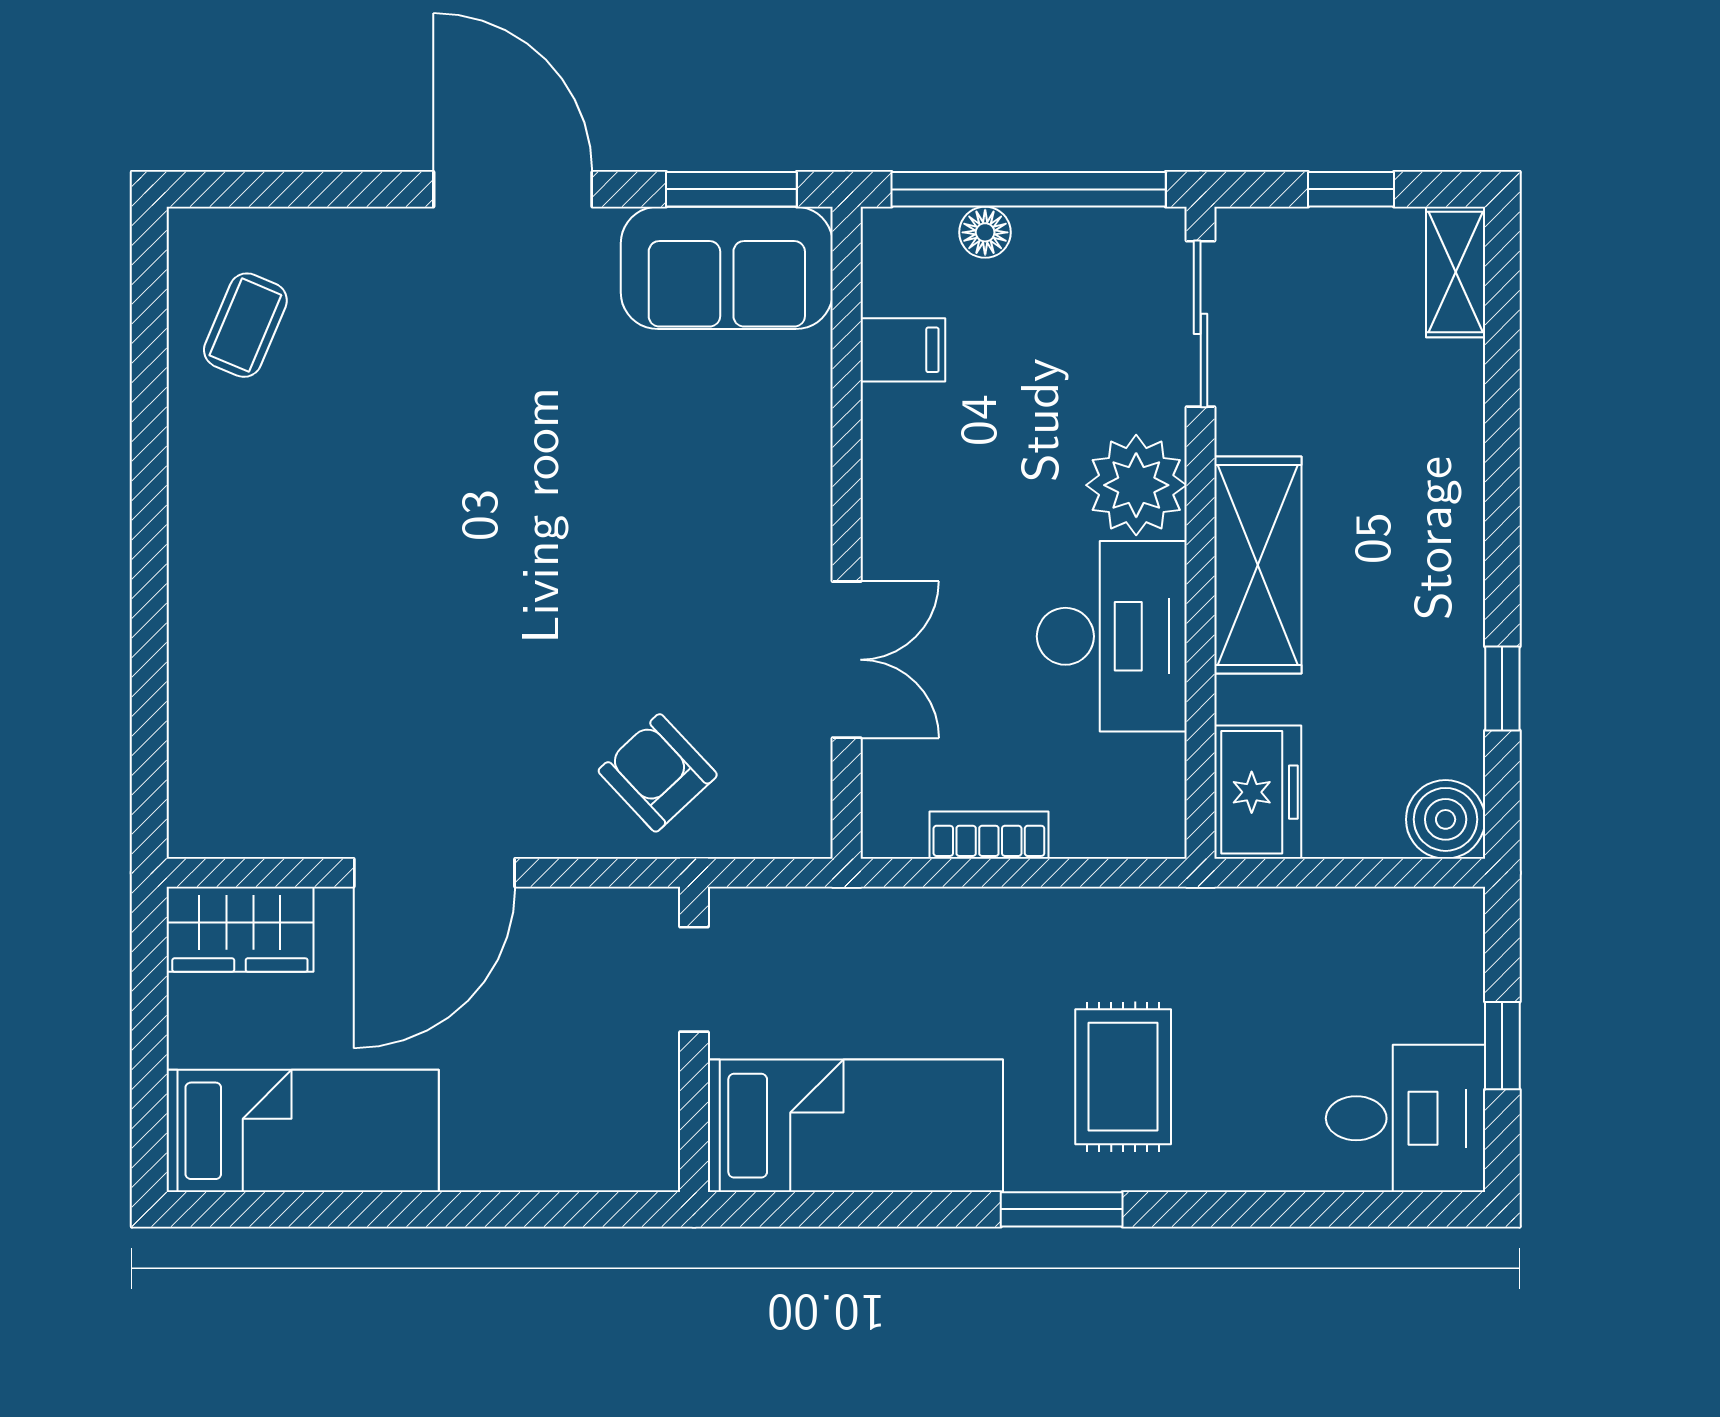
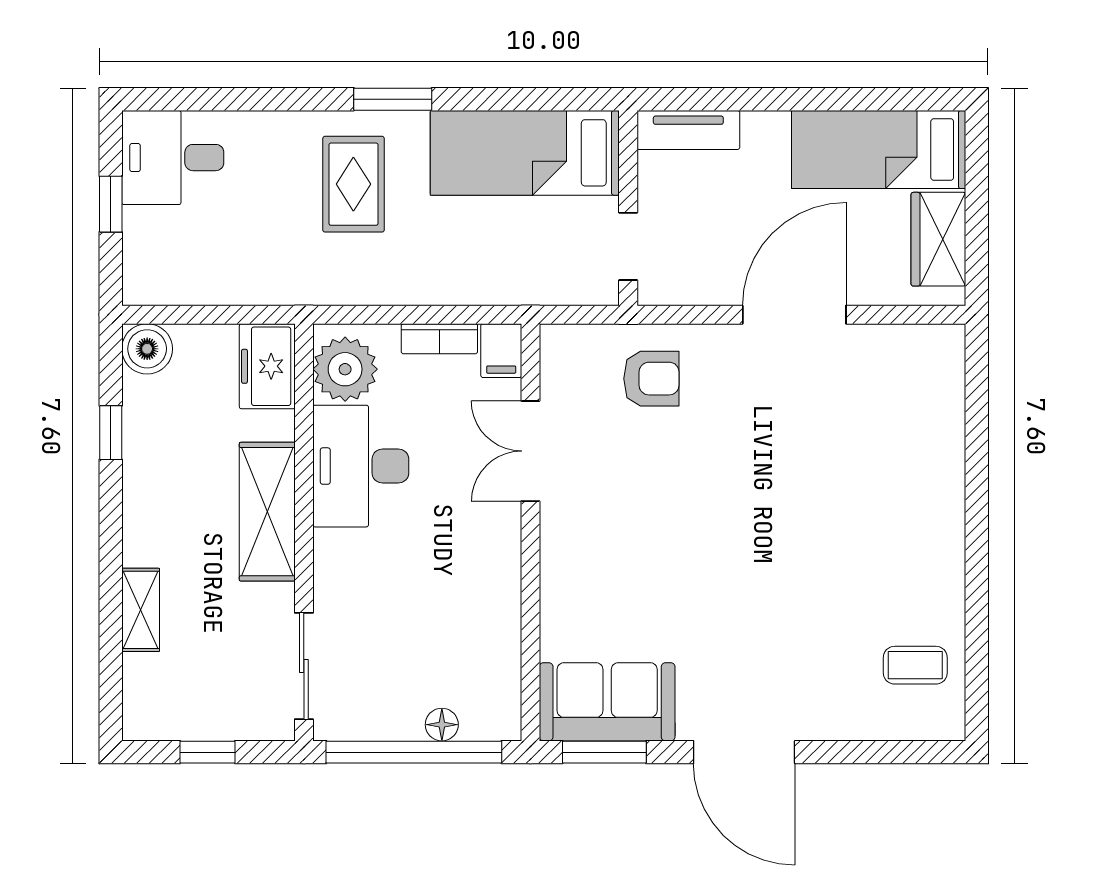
shelving: (1456, 272) -> (141, 610), moved
coffee table: (245, 325) -> (915, 665), turned 67
filing cabinet: (903, 350) -> (501, 351), moved, turned -90
plant: (1136, 485) -> (345, 369), moved
armchair: (658, 773) -> (651, 379), turned -47
wardrobe: (240, 929) -> (938, 239), moved, turned -90
tv unit: (600, 1161) -> (688, 130), added

